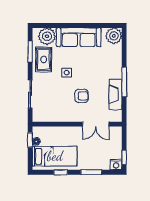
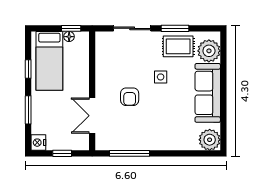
window: (30, 52) -> (175, 28), moved
window: (124, 82) -> (129, 153), moved
fireplace: (116, 94) -> (132, 142), removed
window: (124, 157) -> (62, 153), moved

